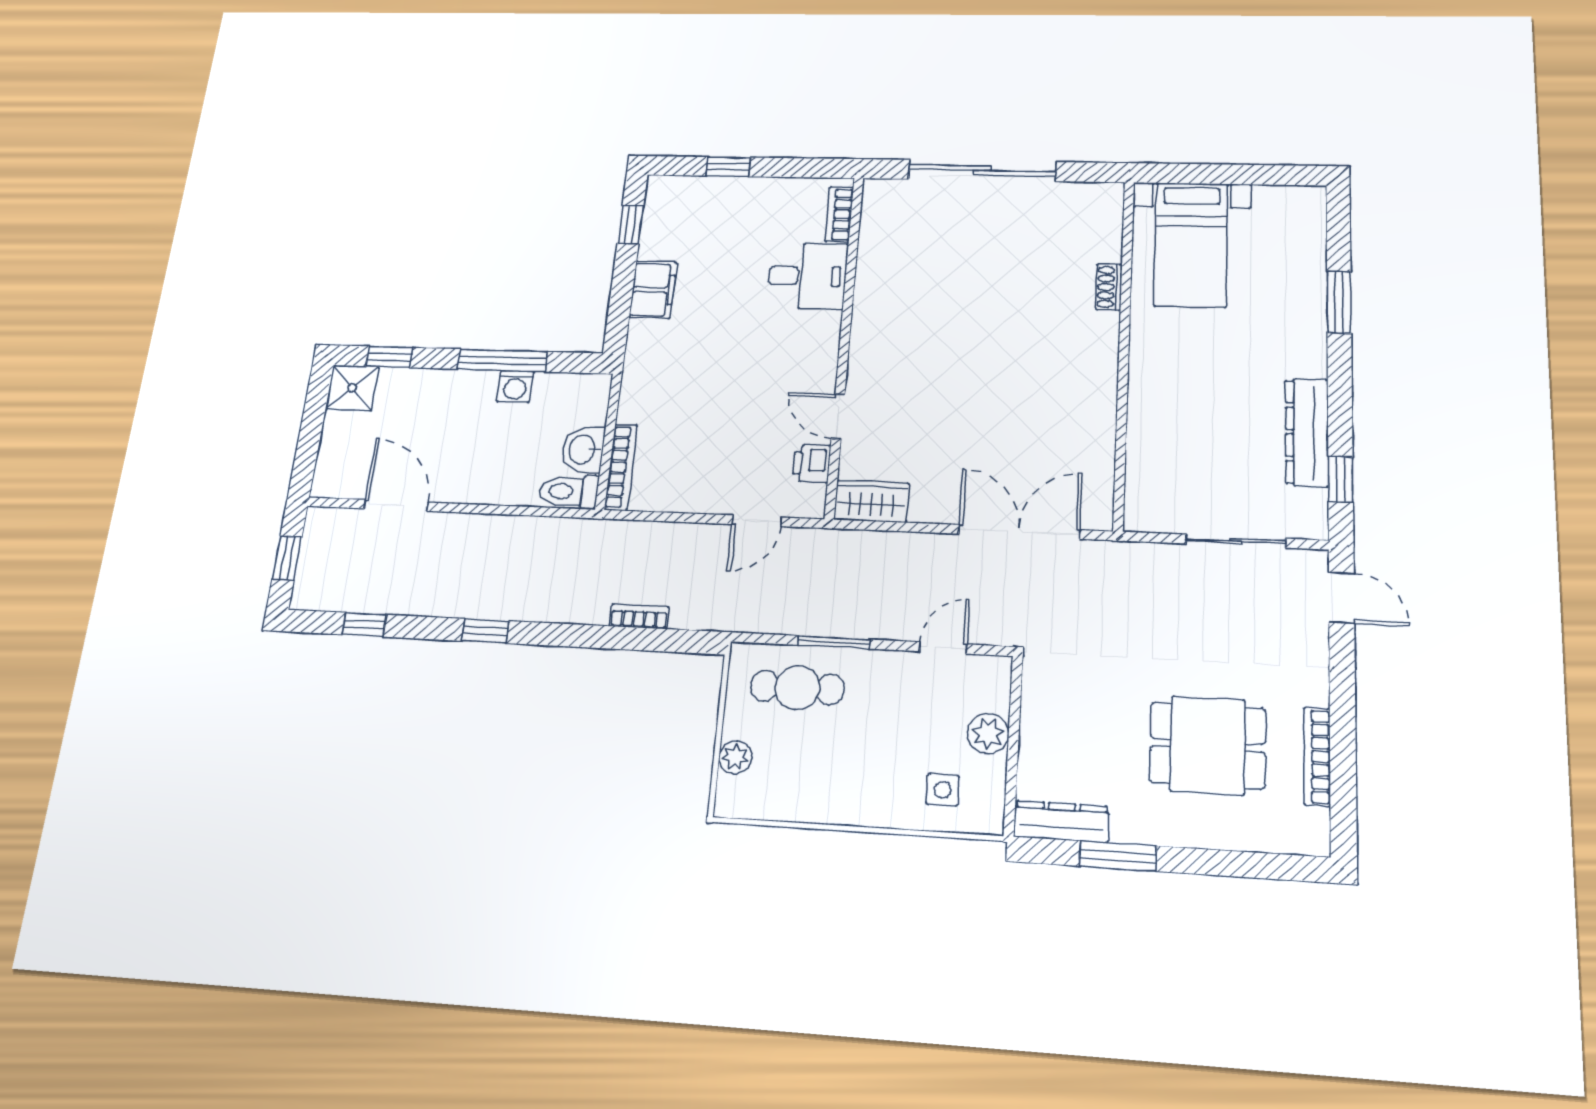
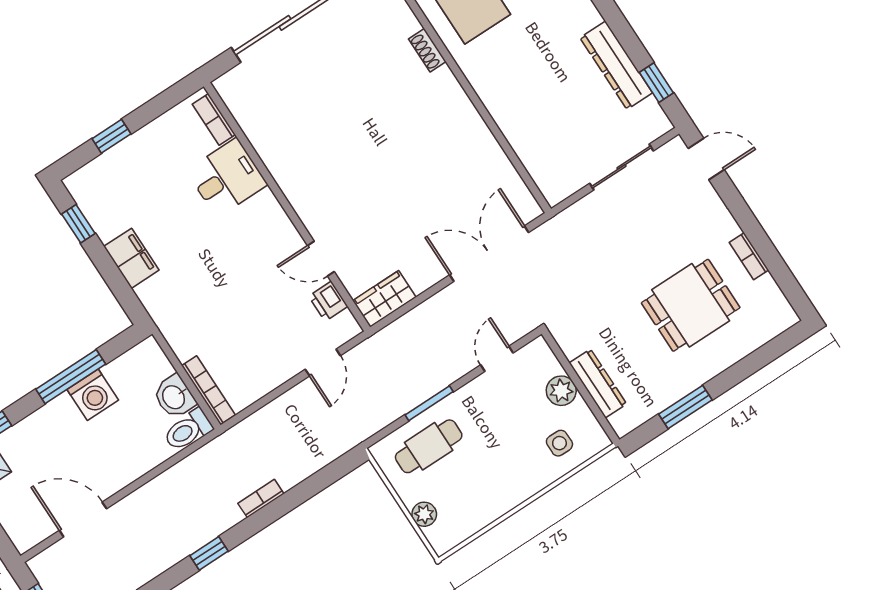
washing machine: (515, 386) -> (93, 395), width x1.38, depth x1.38
bookcase: (639, 616) -> (261, 499), moved
bookcase: (1317, 757) -> (749, 256), width x0.64
dresser: (1061, 822) -> (598, 383), moved, turned 90

